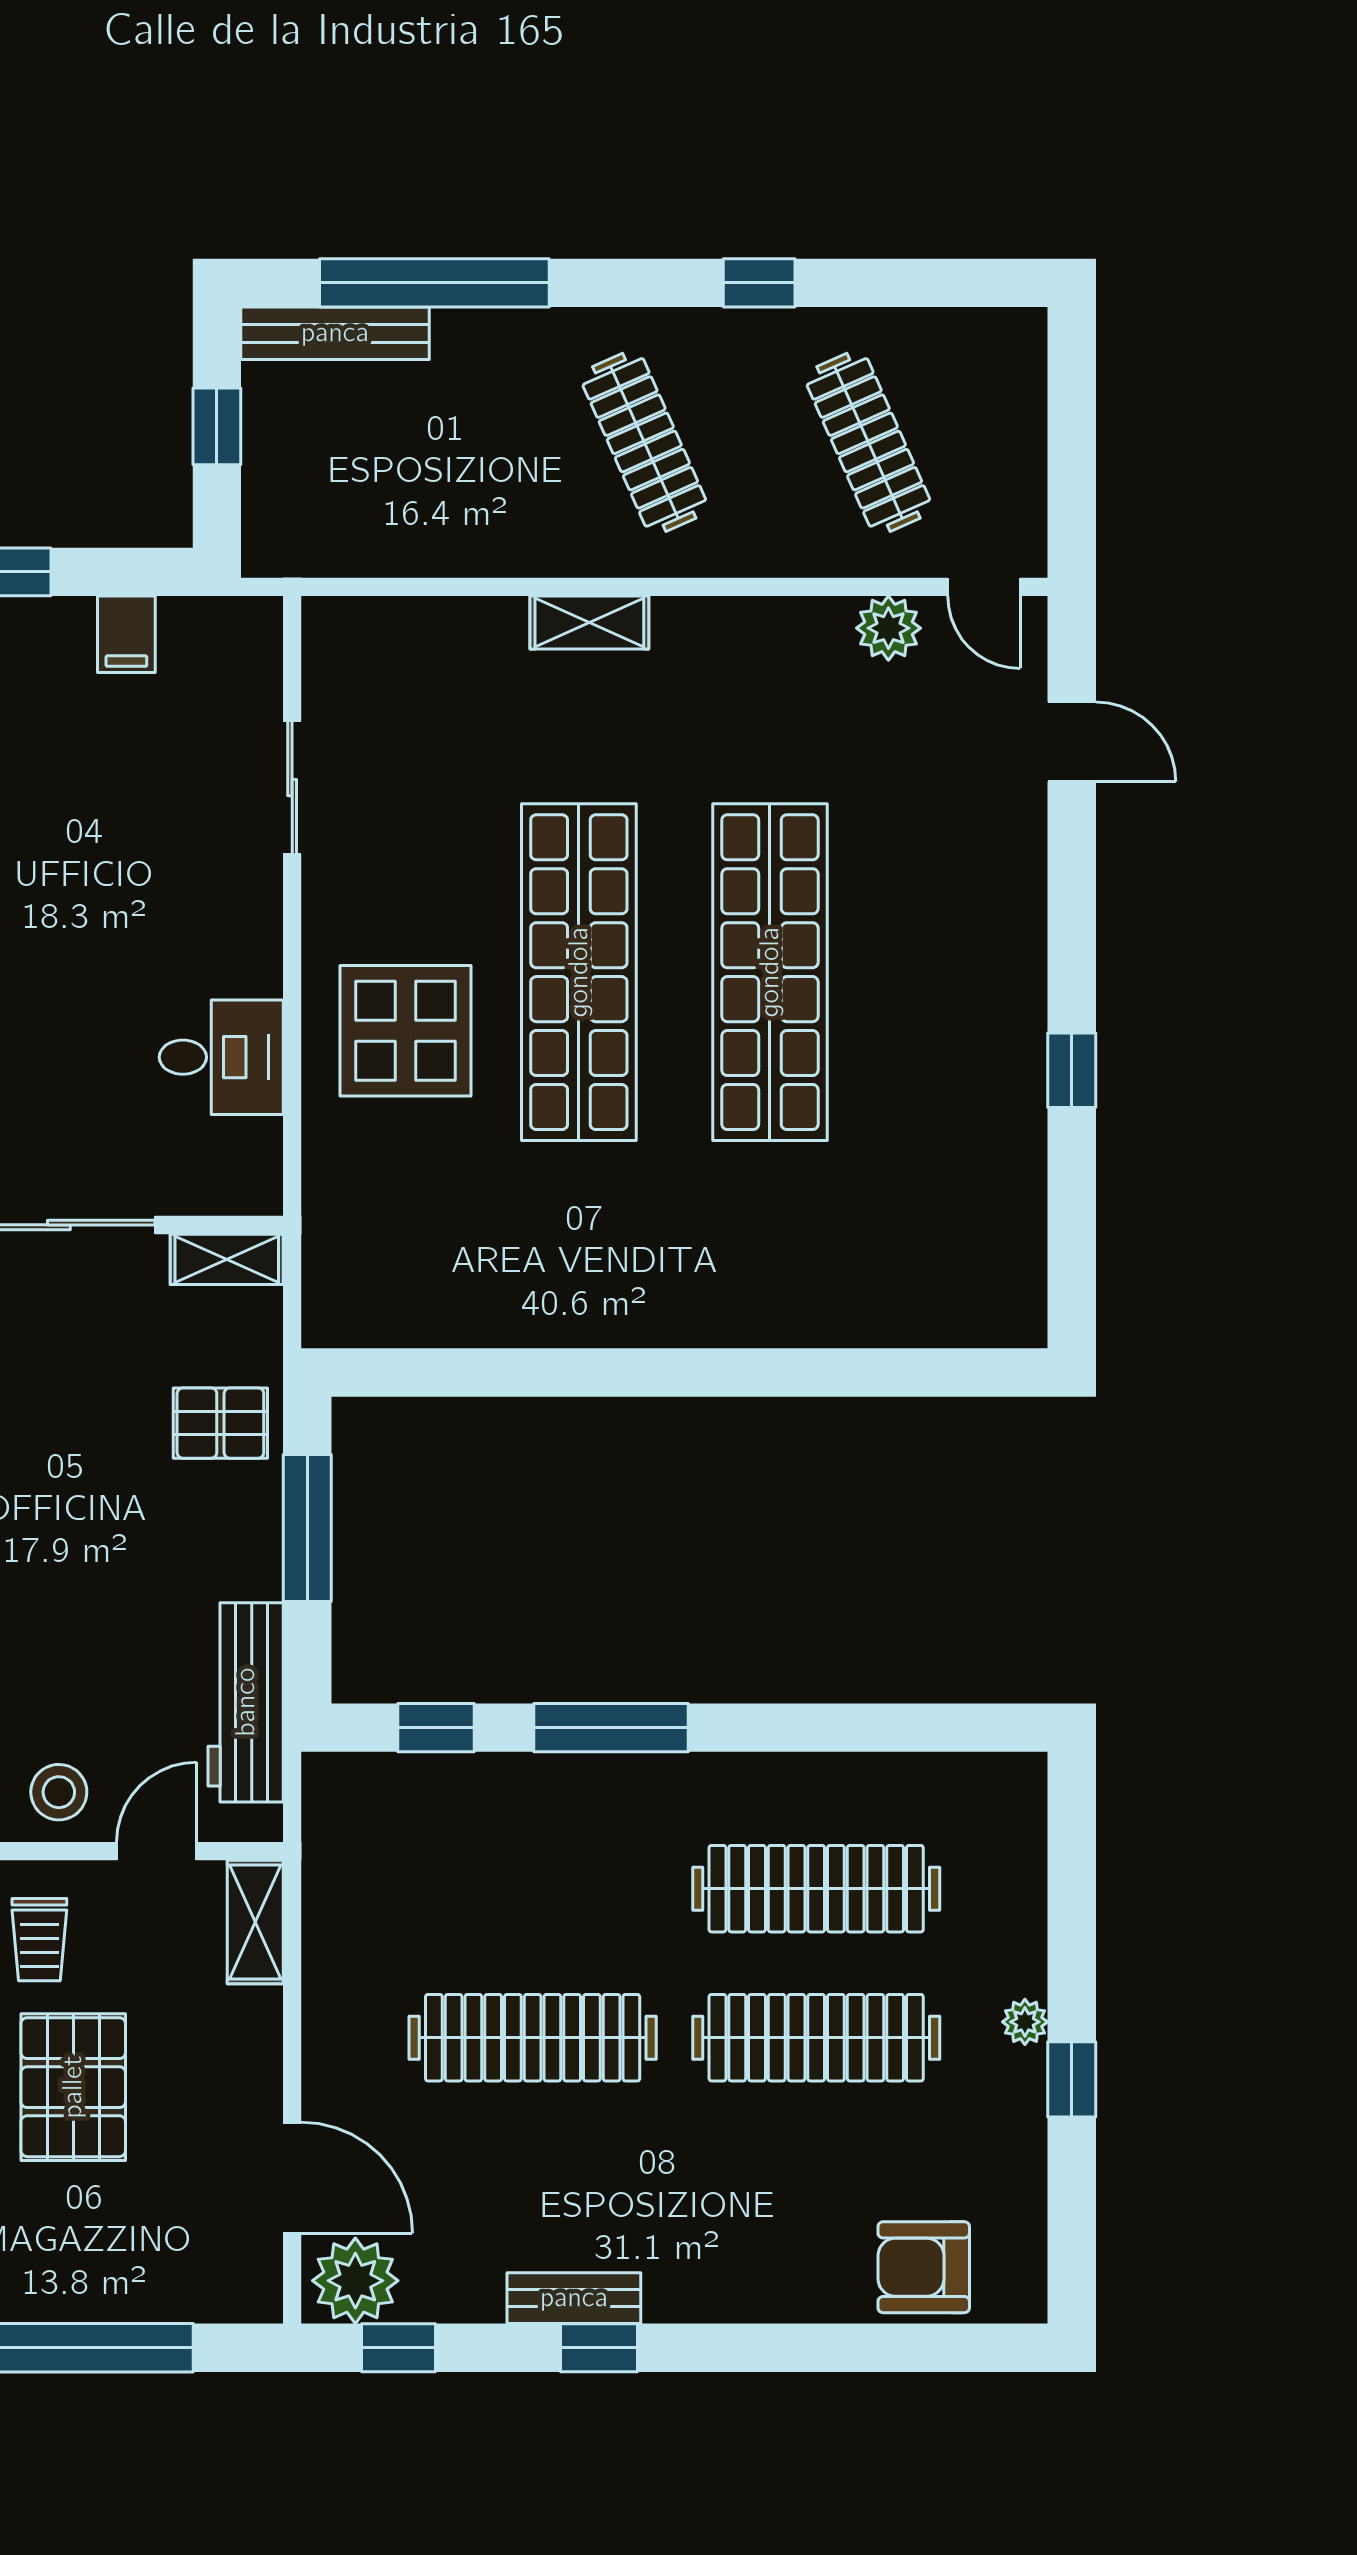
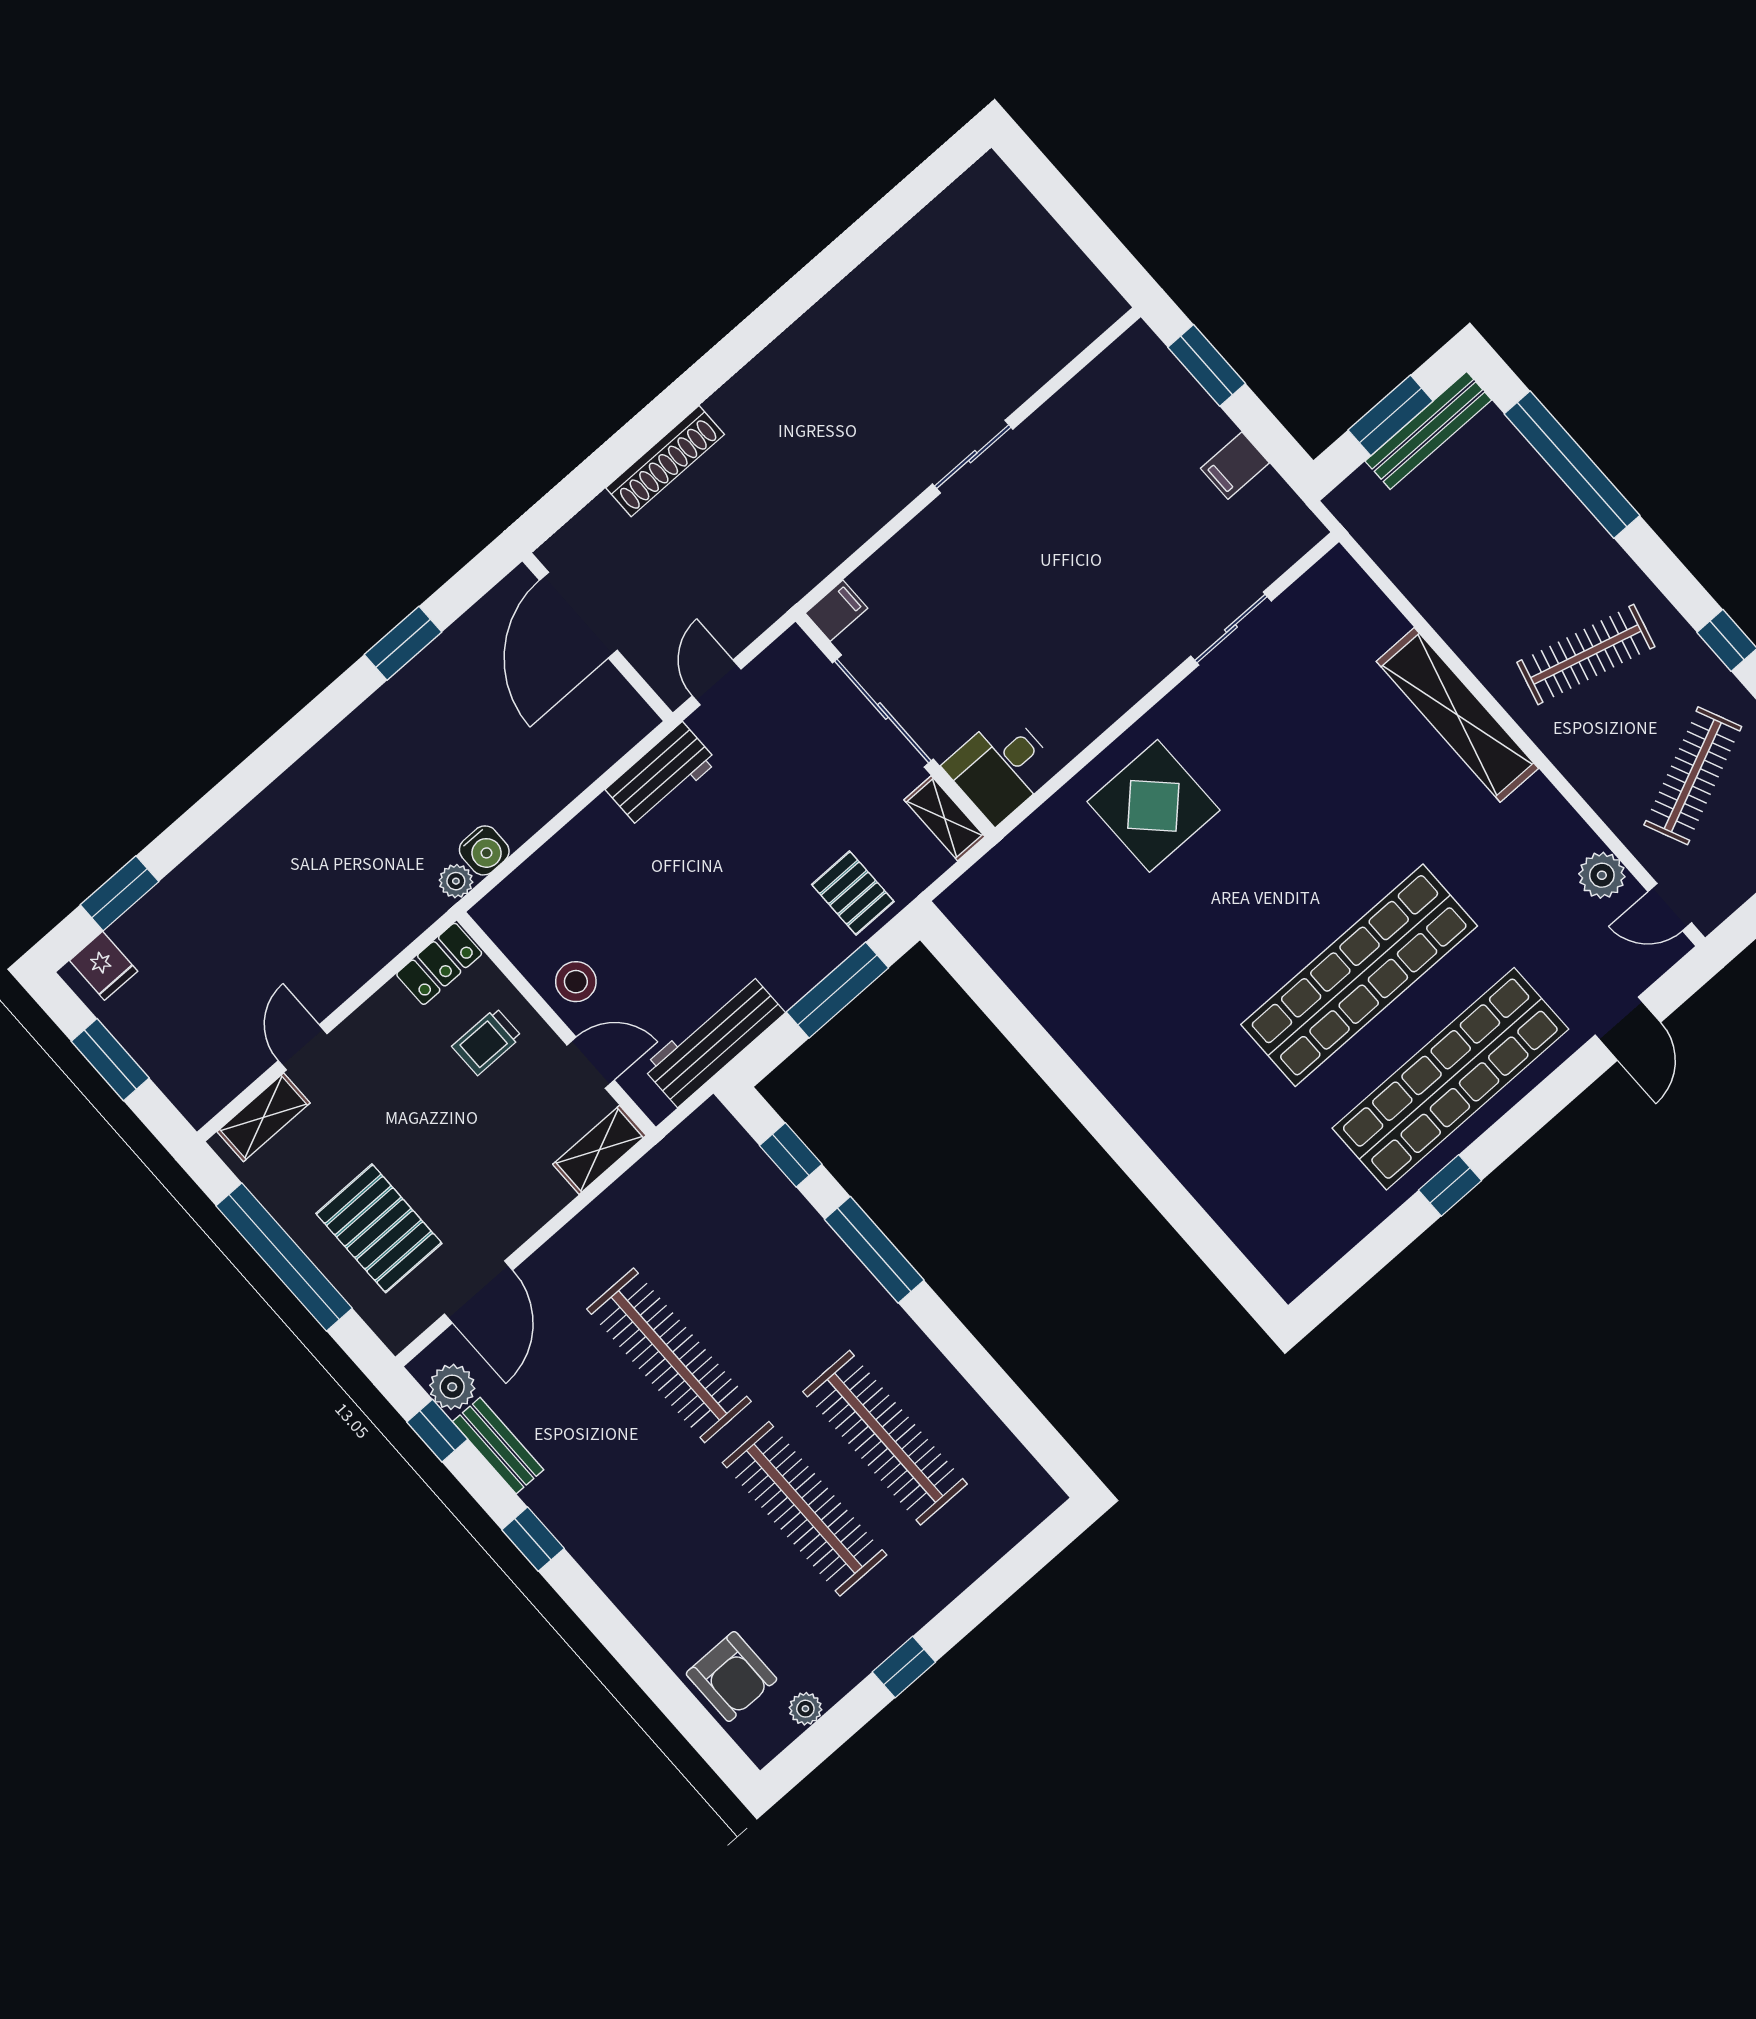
bench: (335, 333) -> (1428, 431), moved, turned 90
window: (217, 426) -> (1391, 415), width x1.50
clothes rail: (644, 442) -> (1586, 654), turned 39
door: (984, 587) -> (1670, 907), hinge flipped
shelving: (589, 623) -> (1457, 715), width x2.20, depth x1.33
shop shelf: (579, 972) -> (1450, 1079), moved
desk: (221, 1057) -> (1001, 767), moved, turned 90
plant: (1025, 2022) -> (805, 1709), moved
pallet: (73, 2087) -> (379, 1228), moved, turned 90
armchair: (924, 2267) -> (731, 1676), turned 180
plant: (355, 2281) -> (452, 1387), width x0.73, depth x0.73
bench: (574, 2298) -> (498, 1446), moved

